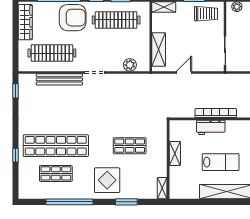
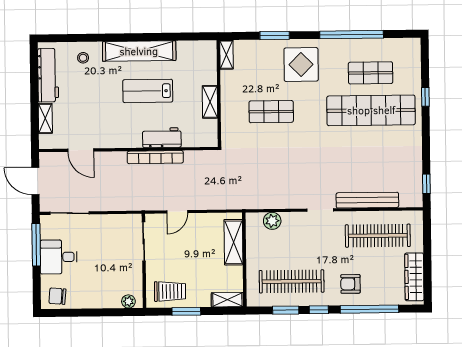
trolley: (206, 14) -> (170, 291), turned 180
armchair: (73, 18) -> (350, 284), width x0.53, depth x0.53
door: (184, 72) -> (177, 212), moved

